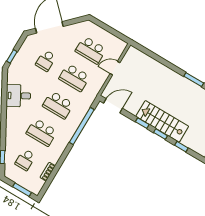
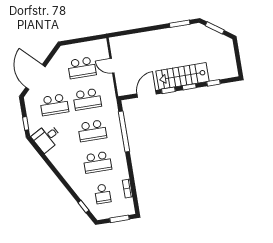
school desk: (46, 61) -> (54, 105), width x1.85
door: (115, 68) -> (112, 66), hinge flipped
desk: (18, 96) -> (47, 138), moved
door: (113, 106) -> (147, 94), moved

